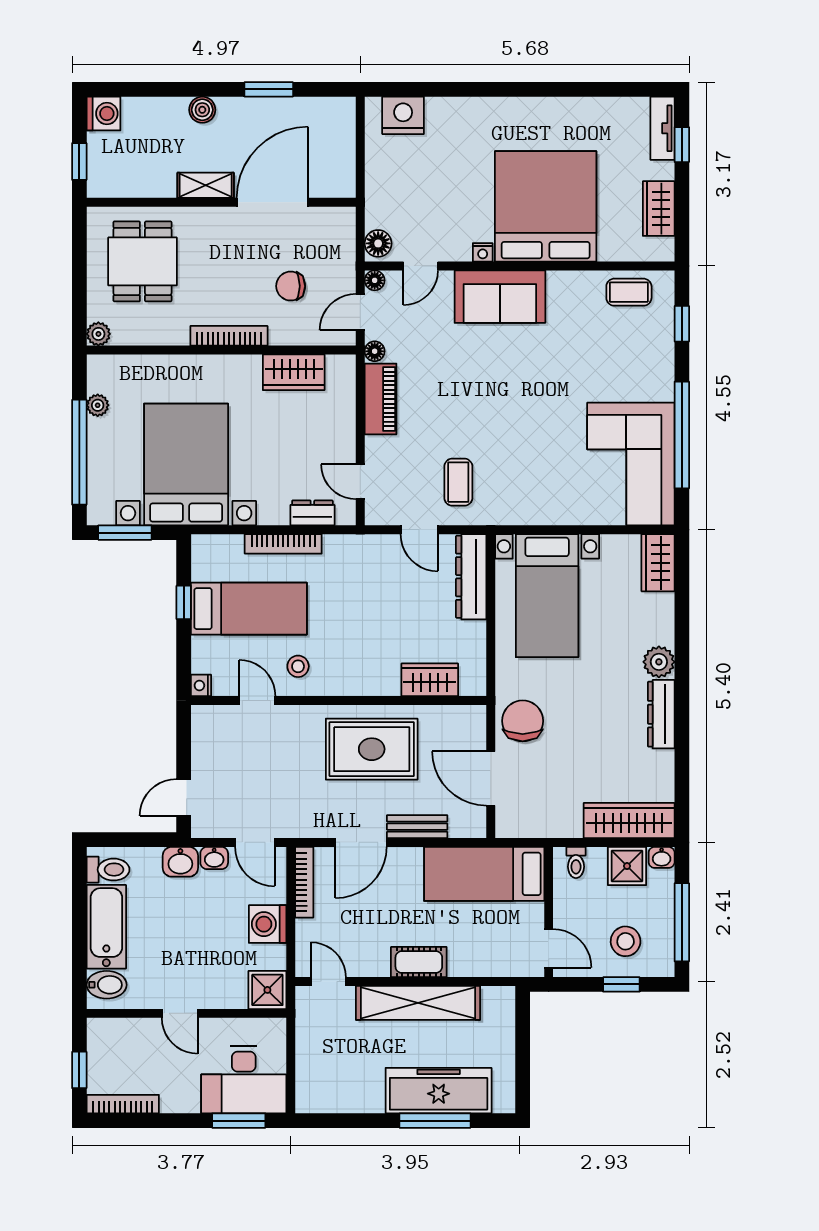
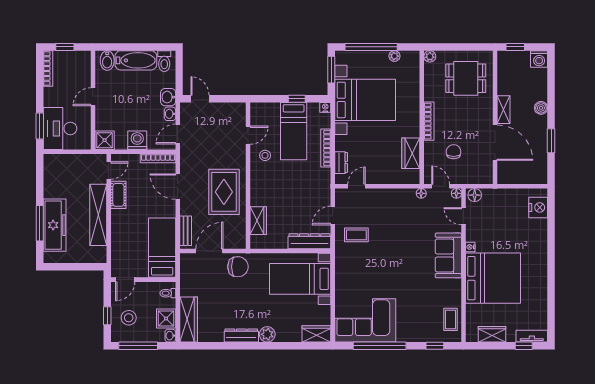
piano: (381, 399) -> (398, 196), removed
nightstand: (201, 685) -> (325, 107), moved
bench: (417, 827) -> (186, 231), moved
cot: (419, 962) -> (118, 195), moved

